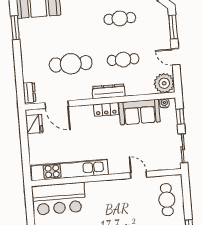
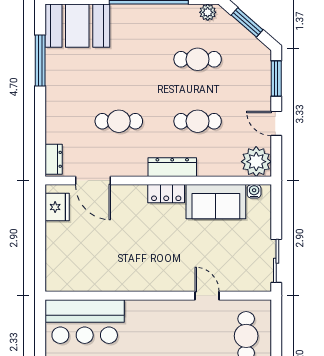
window: (15, 28) -> (40, 60), width x1.44
cafe table: (71, 64) -> (119, 121), width x0.73, depth x0.74
window: (180, 117) -> (276, 213), removed
kitchen unit: (70, 170) -> (104, 280), removed

